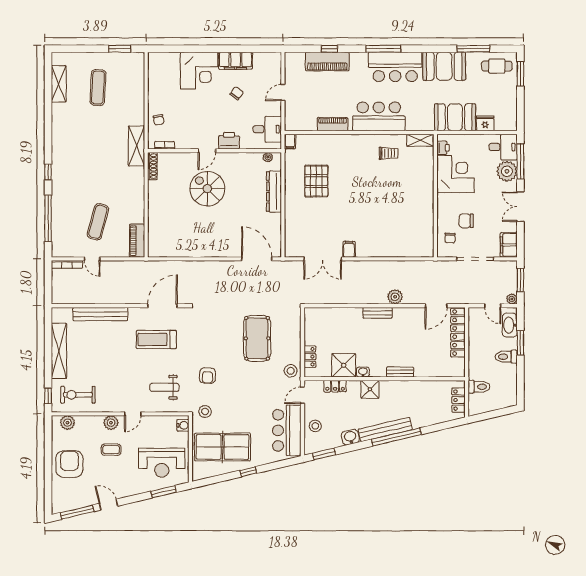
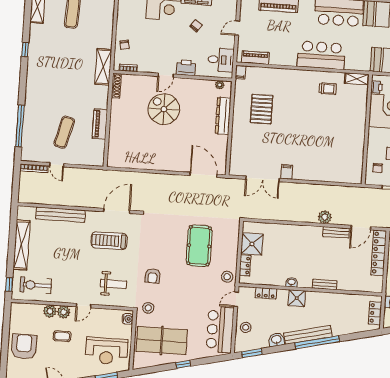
piano: (333, 124) -> (255, 58), moved
window: (48, 172) -> (25, 50), moved
piano: (137, 241) -> (100, 124), moved
bench: (378, 313) -> (336, 232), moved
shower: (344, 365) -> (252, 244), moved
weight bench: (164, 387) -> (113, 284), turned 180
plant: (67, 423) -> (50, 311), moved

